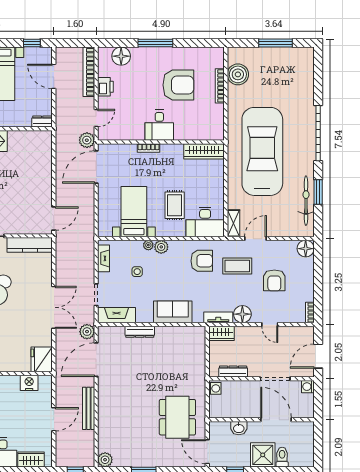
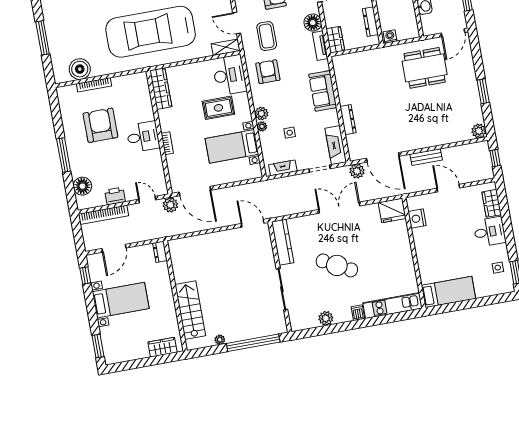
bench: (89, 408) -> (426, 157), width x0.73

